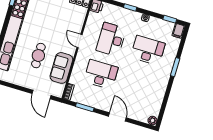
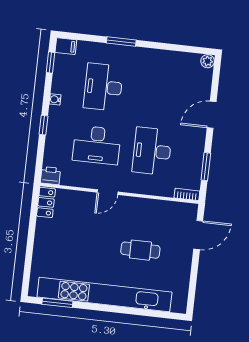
sofa: (61, 68) -> (153, 212), removed

